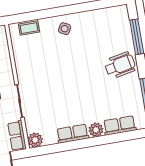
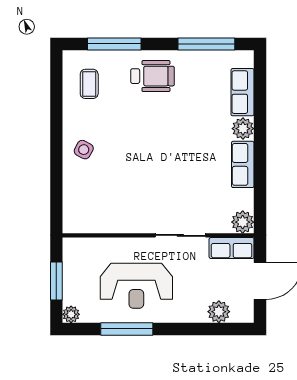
coffee table: (29, 28) -> (89, 84), moved
wheelchair: (120, 65) -> (153, 76), turned 101

